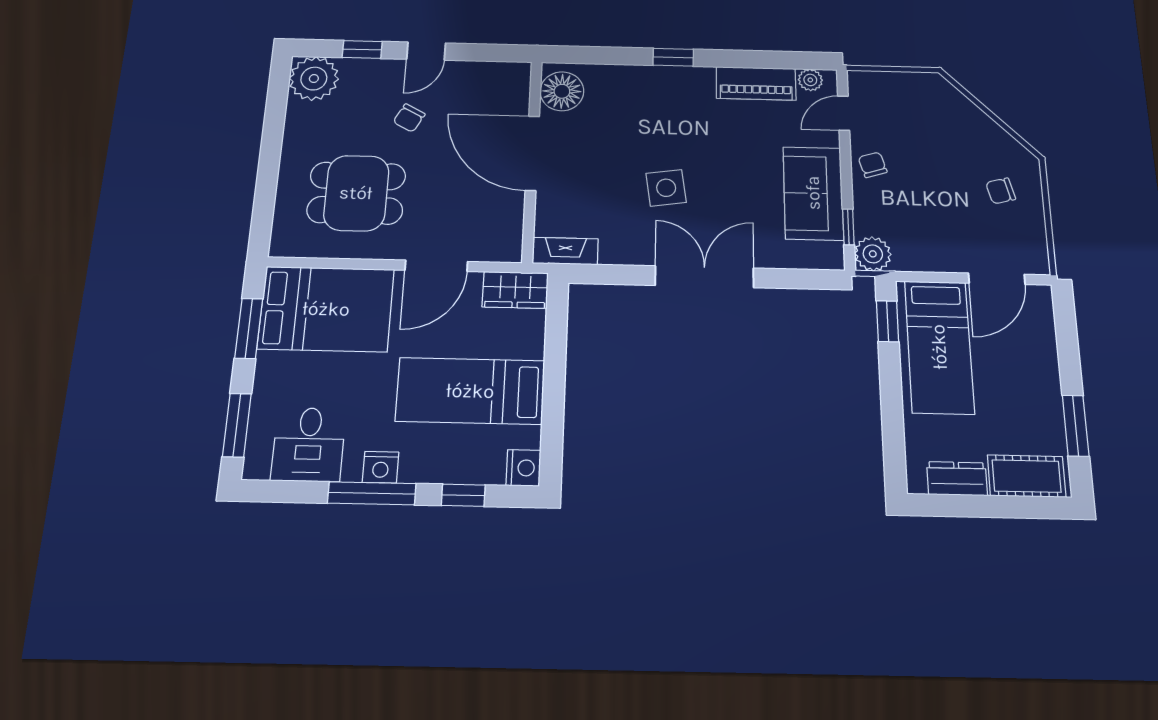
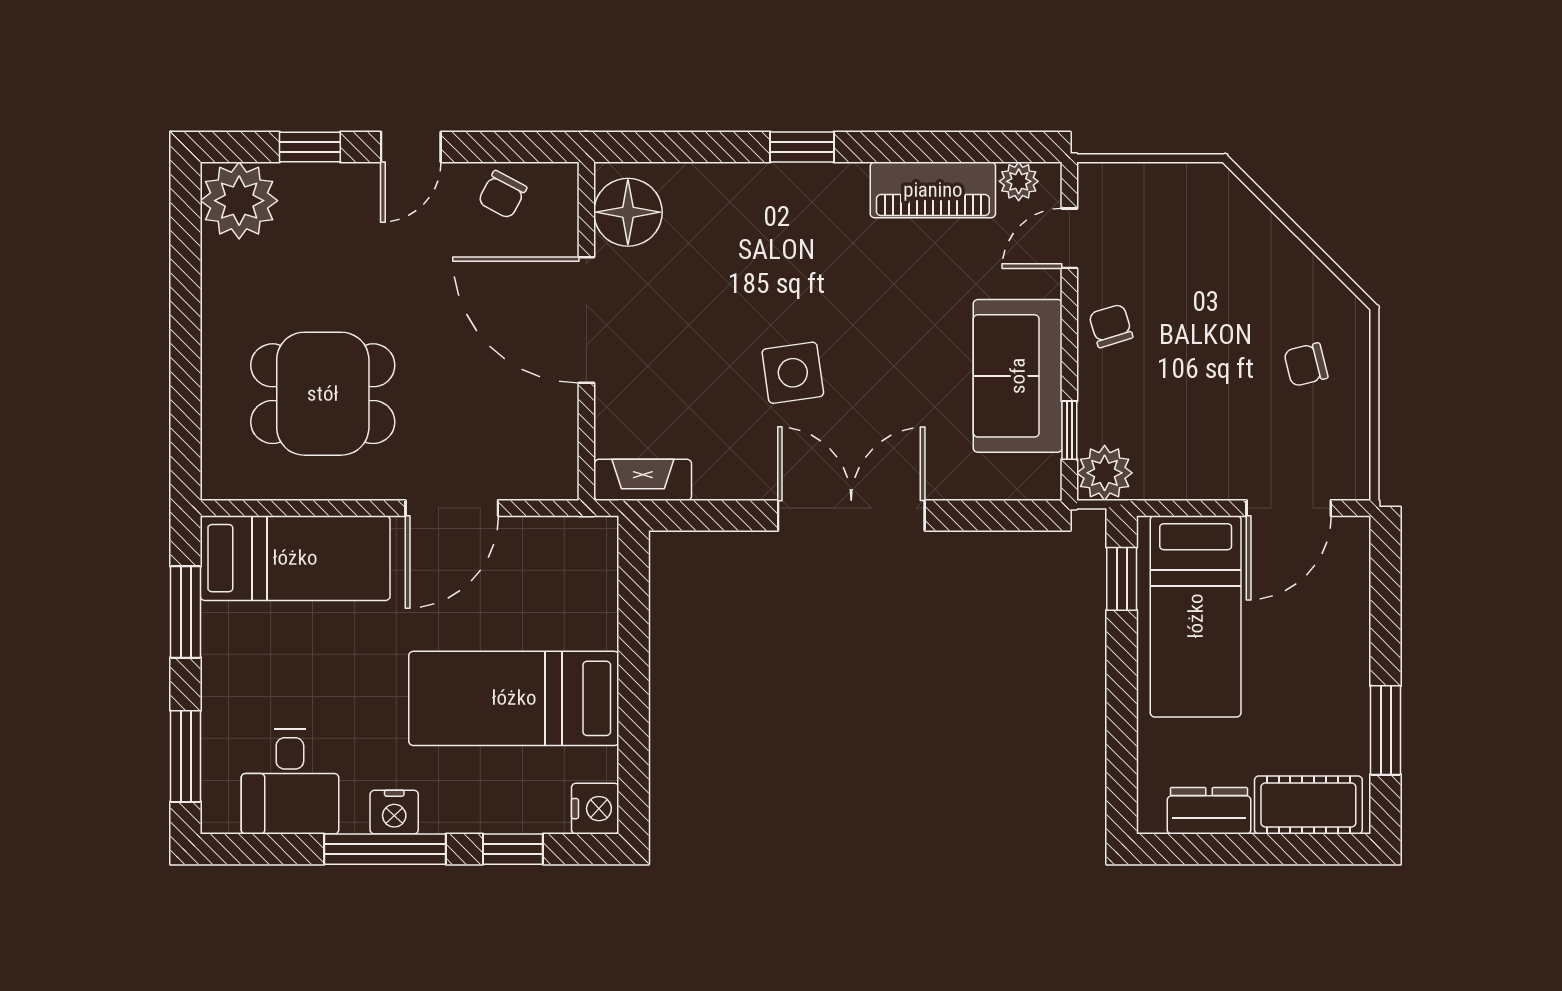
chair: (409, 118) -> (502, 195), moved
wardrobe: (515, 290) -> (571, 543), removed
bed: (326, 309) -> (295, 558), width x0.67

